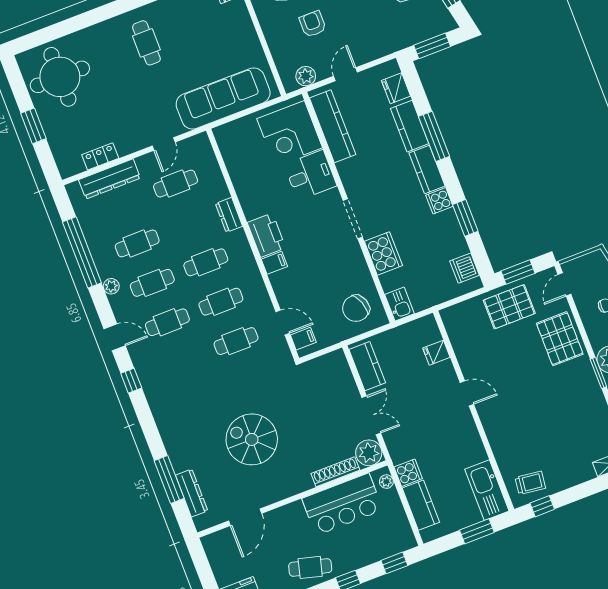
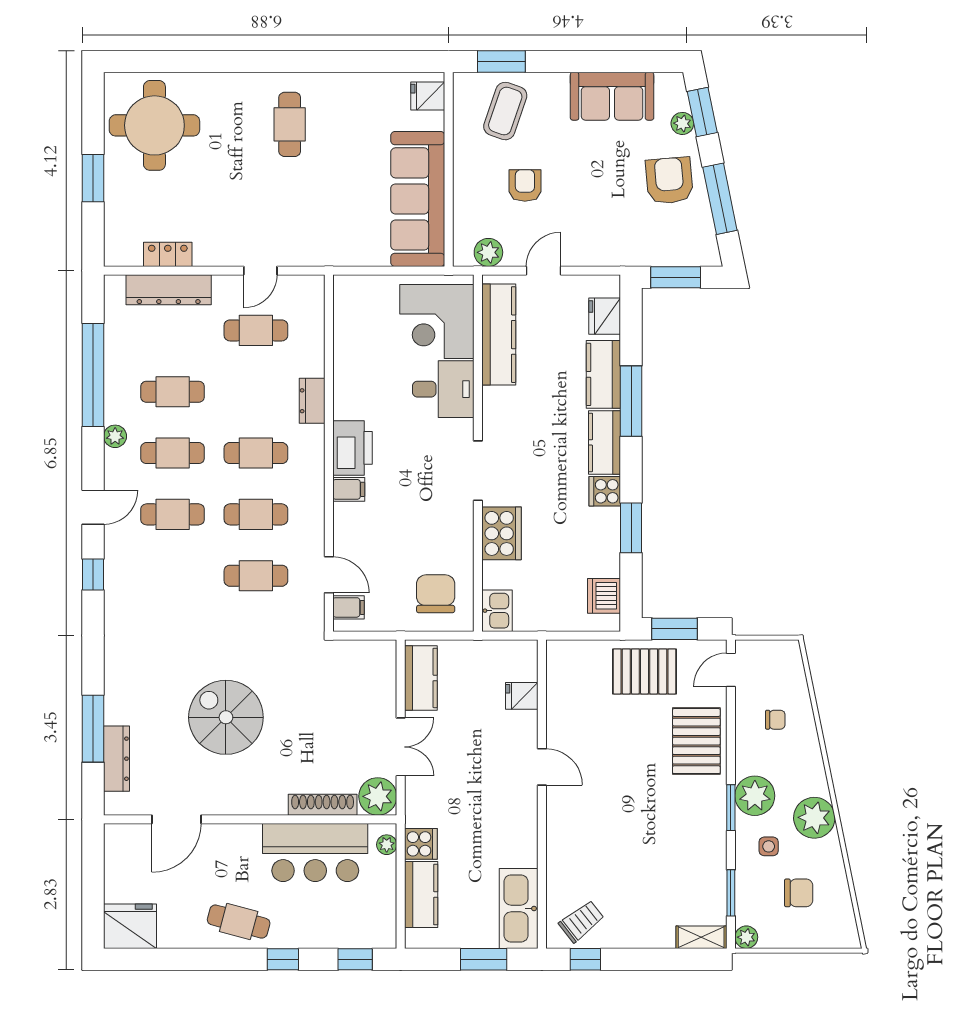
sofa: (223, 98) -> (418, 199), moved, turned -90
chair: (356, 308) -> (436, 594), turned 110
door: (115, 337) -> (93, 507), hinge flipped
trolley: (530, 483) -> (581, 921), turned -45

